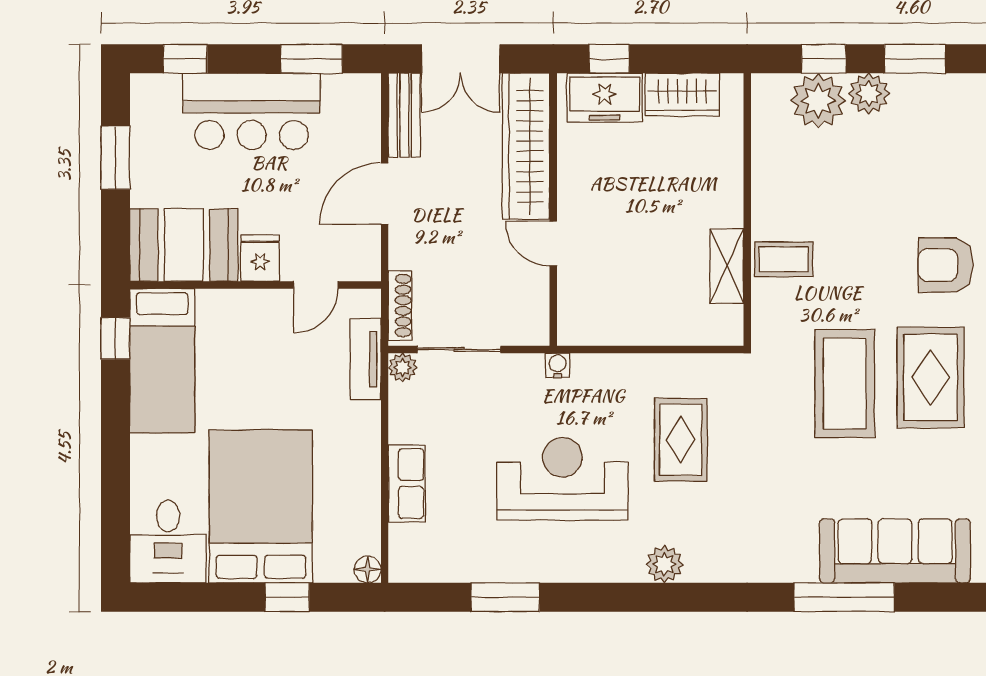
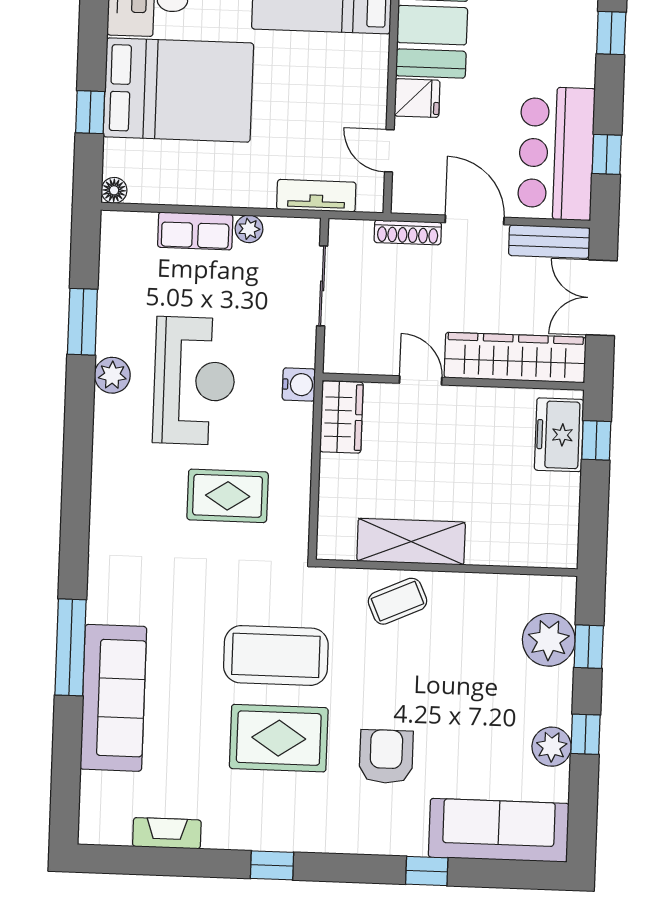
window: (311, 59) -> (607, 154), width x0.67
window: (915, 59) -> (585, 734), width x0.67
plant: (869, 94) -> (552, 747), moved
wardrobe: (682, 95) -> (341, 417), moved, turned 180
bar counter: (252, 111) -> (556, 153), moved
door: (553, 244) -> (421, 380), hinge flipped
coffee table: (784, 259) -> (397, 601), turned 66
shelving: (727, 266) -> (411, 542), width x1.50, depth x1.33
shoe rack: (400, 306) -> (408, 232), moved
water cooler: (558, 365) -> (299, 385), width x1.38, depth x1.38
plant: (403, 367) -> (249, 229), moved
plant: (665, 564) -> (112, 375), moved

